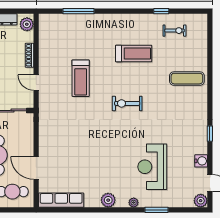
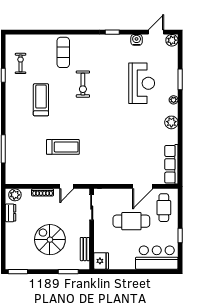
exercise bike: (127, 103) -> (83, 84), moved
reception desk: (152, 167) -> (142, 83), turned -90

